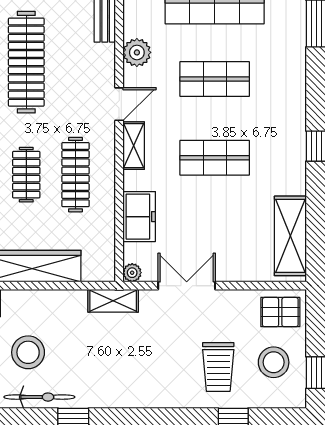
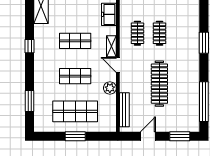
door: (119, 104) -> (118, 65), hinge flipped
clothes rail: (75, 175) -> (137, 33), width x0.73

